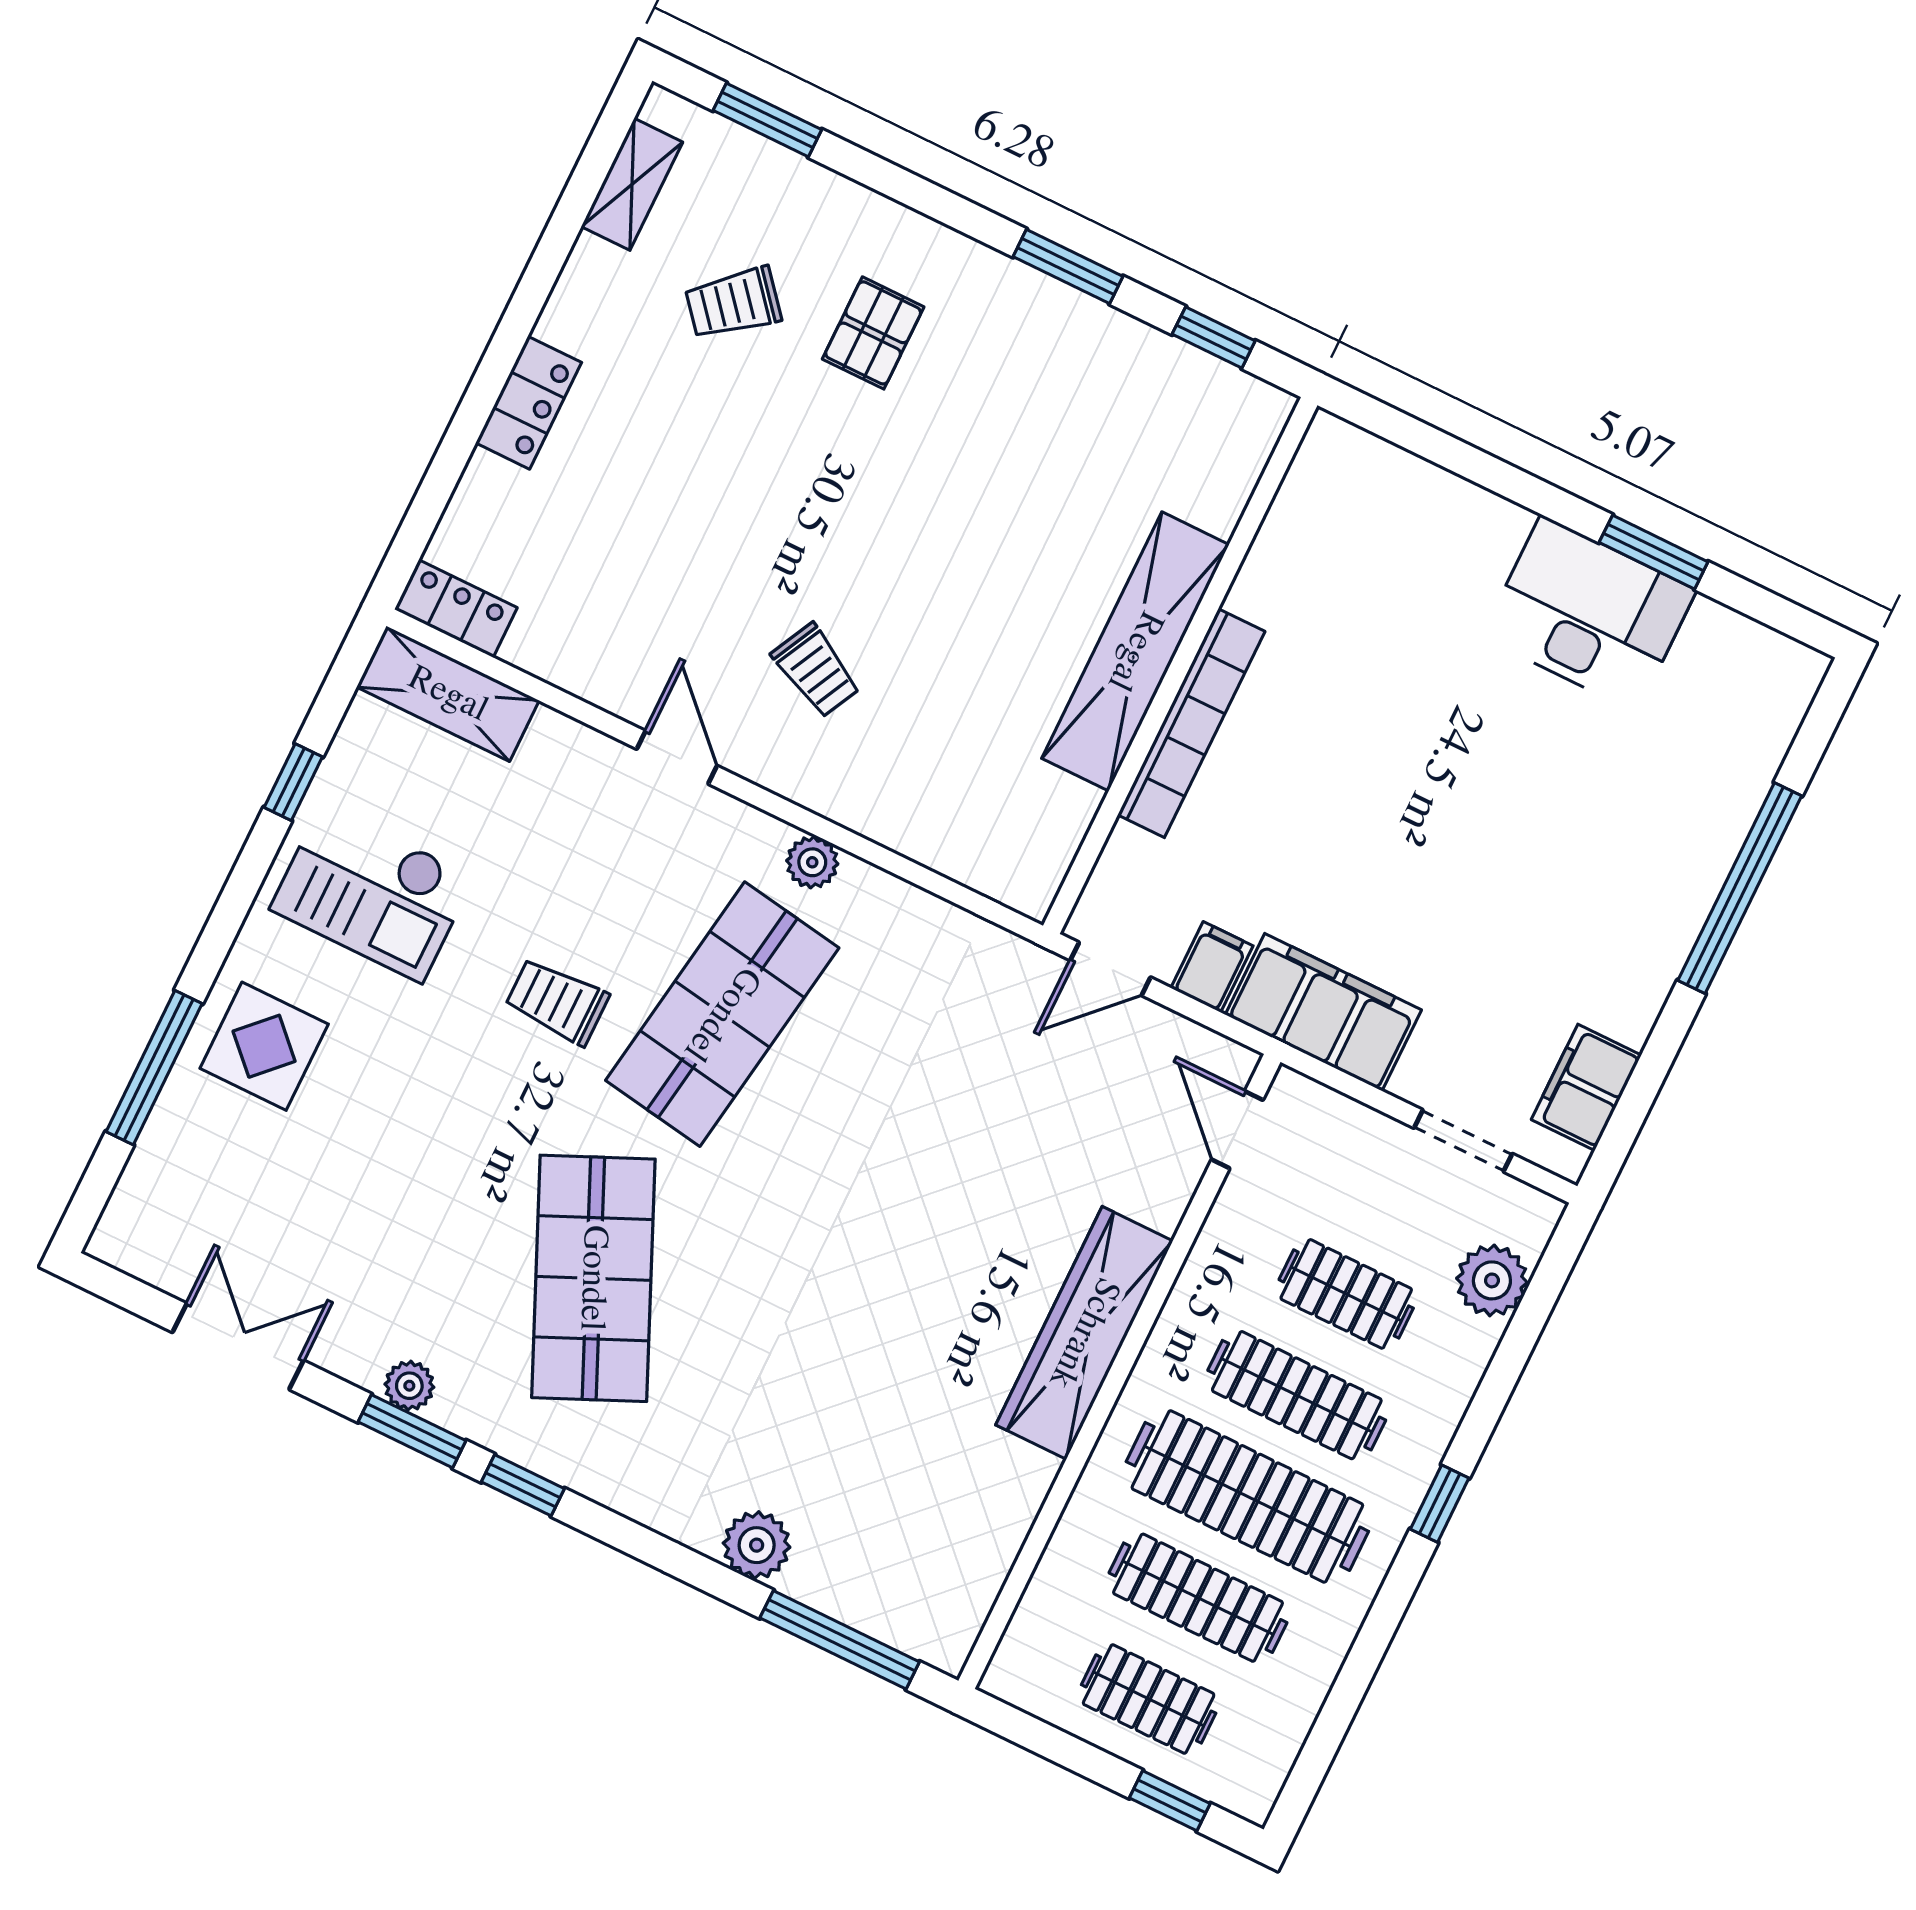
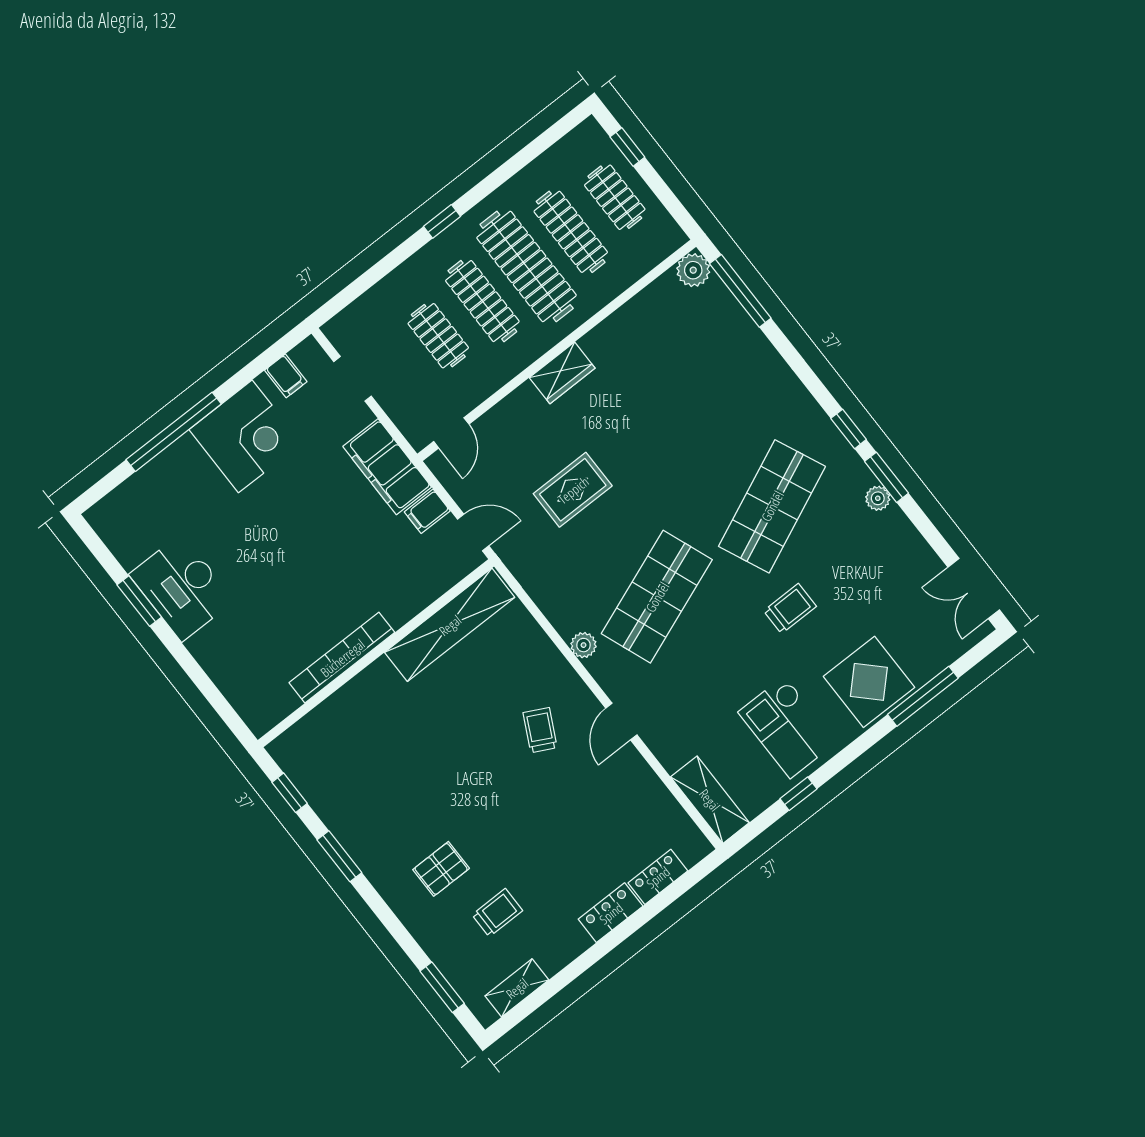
trolley: (733, 303) -> (497, 913), turned -50
locker: (456, 609) -> (658, 877), moved, turned 90
shelving: (1135, 651) -> (450, 625), moved
bookcase: (1191, 723) -> (342, 658), moved
checkout: (372, 893) -> (787, 727), turned 180
corner desk: (1606, 943) -> (245, 436), added
trolley: (557, 1001) -> (790, 609), moved, turned -90
shop shelf: (722, 1014) -> (657, 597), turned -30
display table: (264, 1046) -> (869, 682), width x1.36, depth x1.36
filing cabinet: (1586, 1087) -> (286, 376), width x0.50
rug: (968, 1134) -> (573, 490), added
plant: (1492, 1280) -> (370, 310), removed
wardrobe: (1084, 1333) -> (562, 373), width x0.48, depth x0.85
double door: (238, 1346) -> (974, 589), moved
plant: (757, 1545) -> (693, 270), moved

